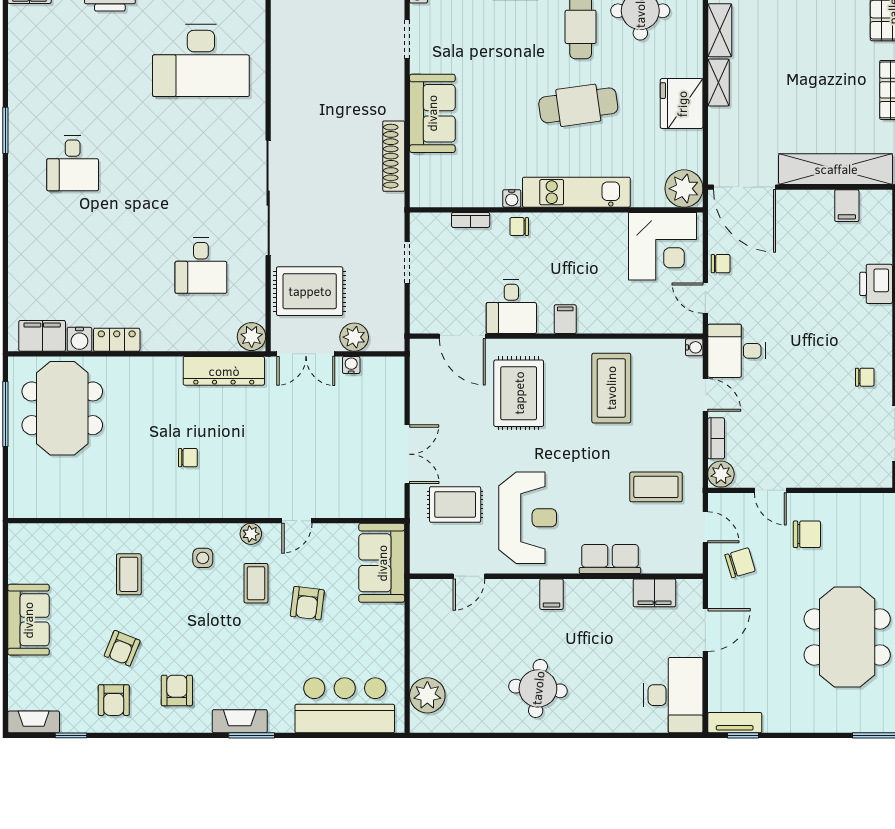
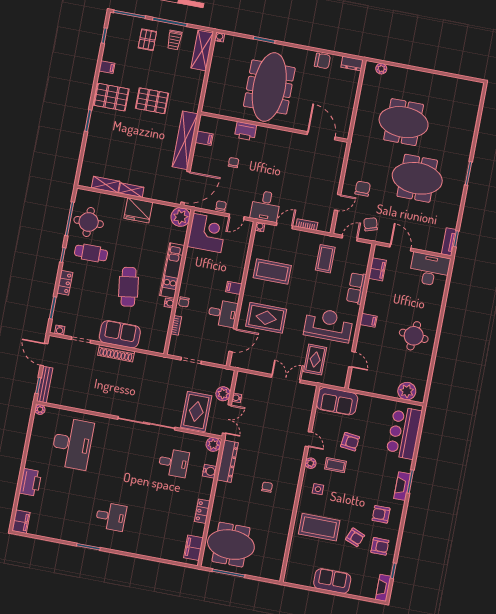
cafe table: (578, 105) -> (129, 287), moved
shoe rack: (394, 156) -> (116, 353), moved
water cooler: (79, 339) -> (210, 471), moved
chair: (865, 377) -> (234, 163), moved
plant: (721, 474) -> (325, 225), removed
coffee table: (129, 574) -> (319, 527), width x1.86, depth x1.72

